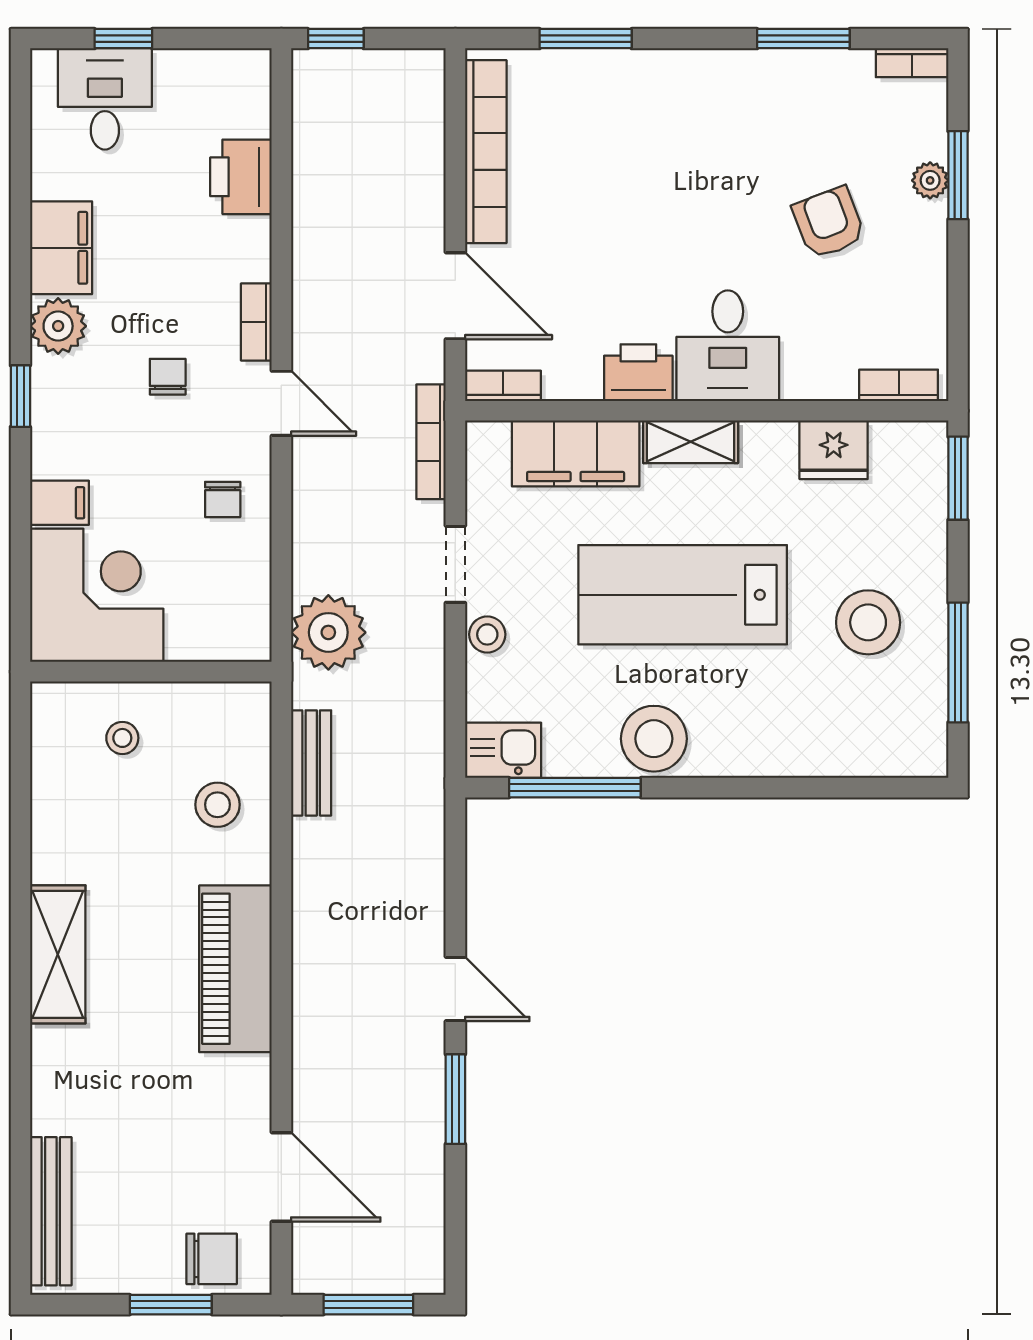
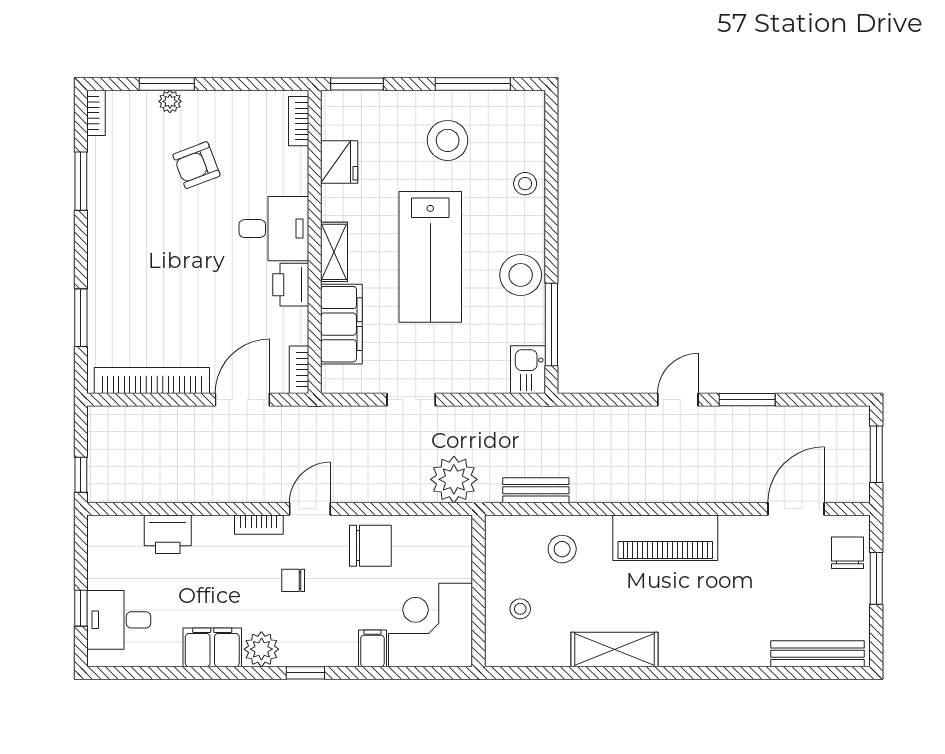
bookcase: (431, 442) -> (334, 415), removed
chair: (223, 499) -> (370, 546), width x1.87, depth x1.87
stool: (487, 634) -> (525, 184), moved
shelving: (58, 954) -> (614, 649), moved

